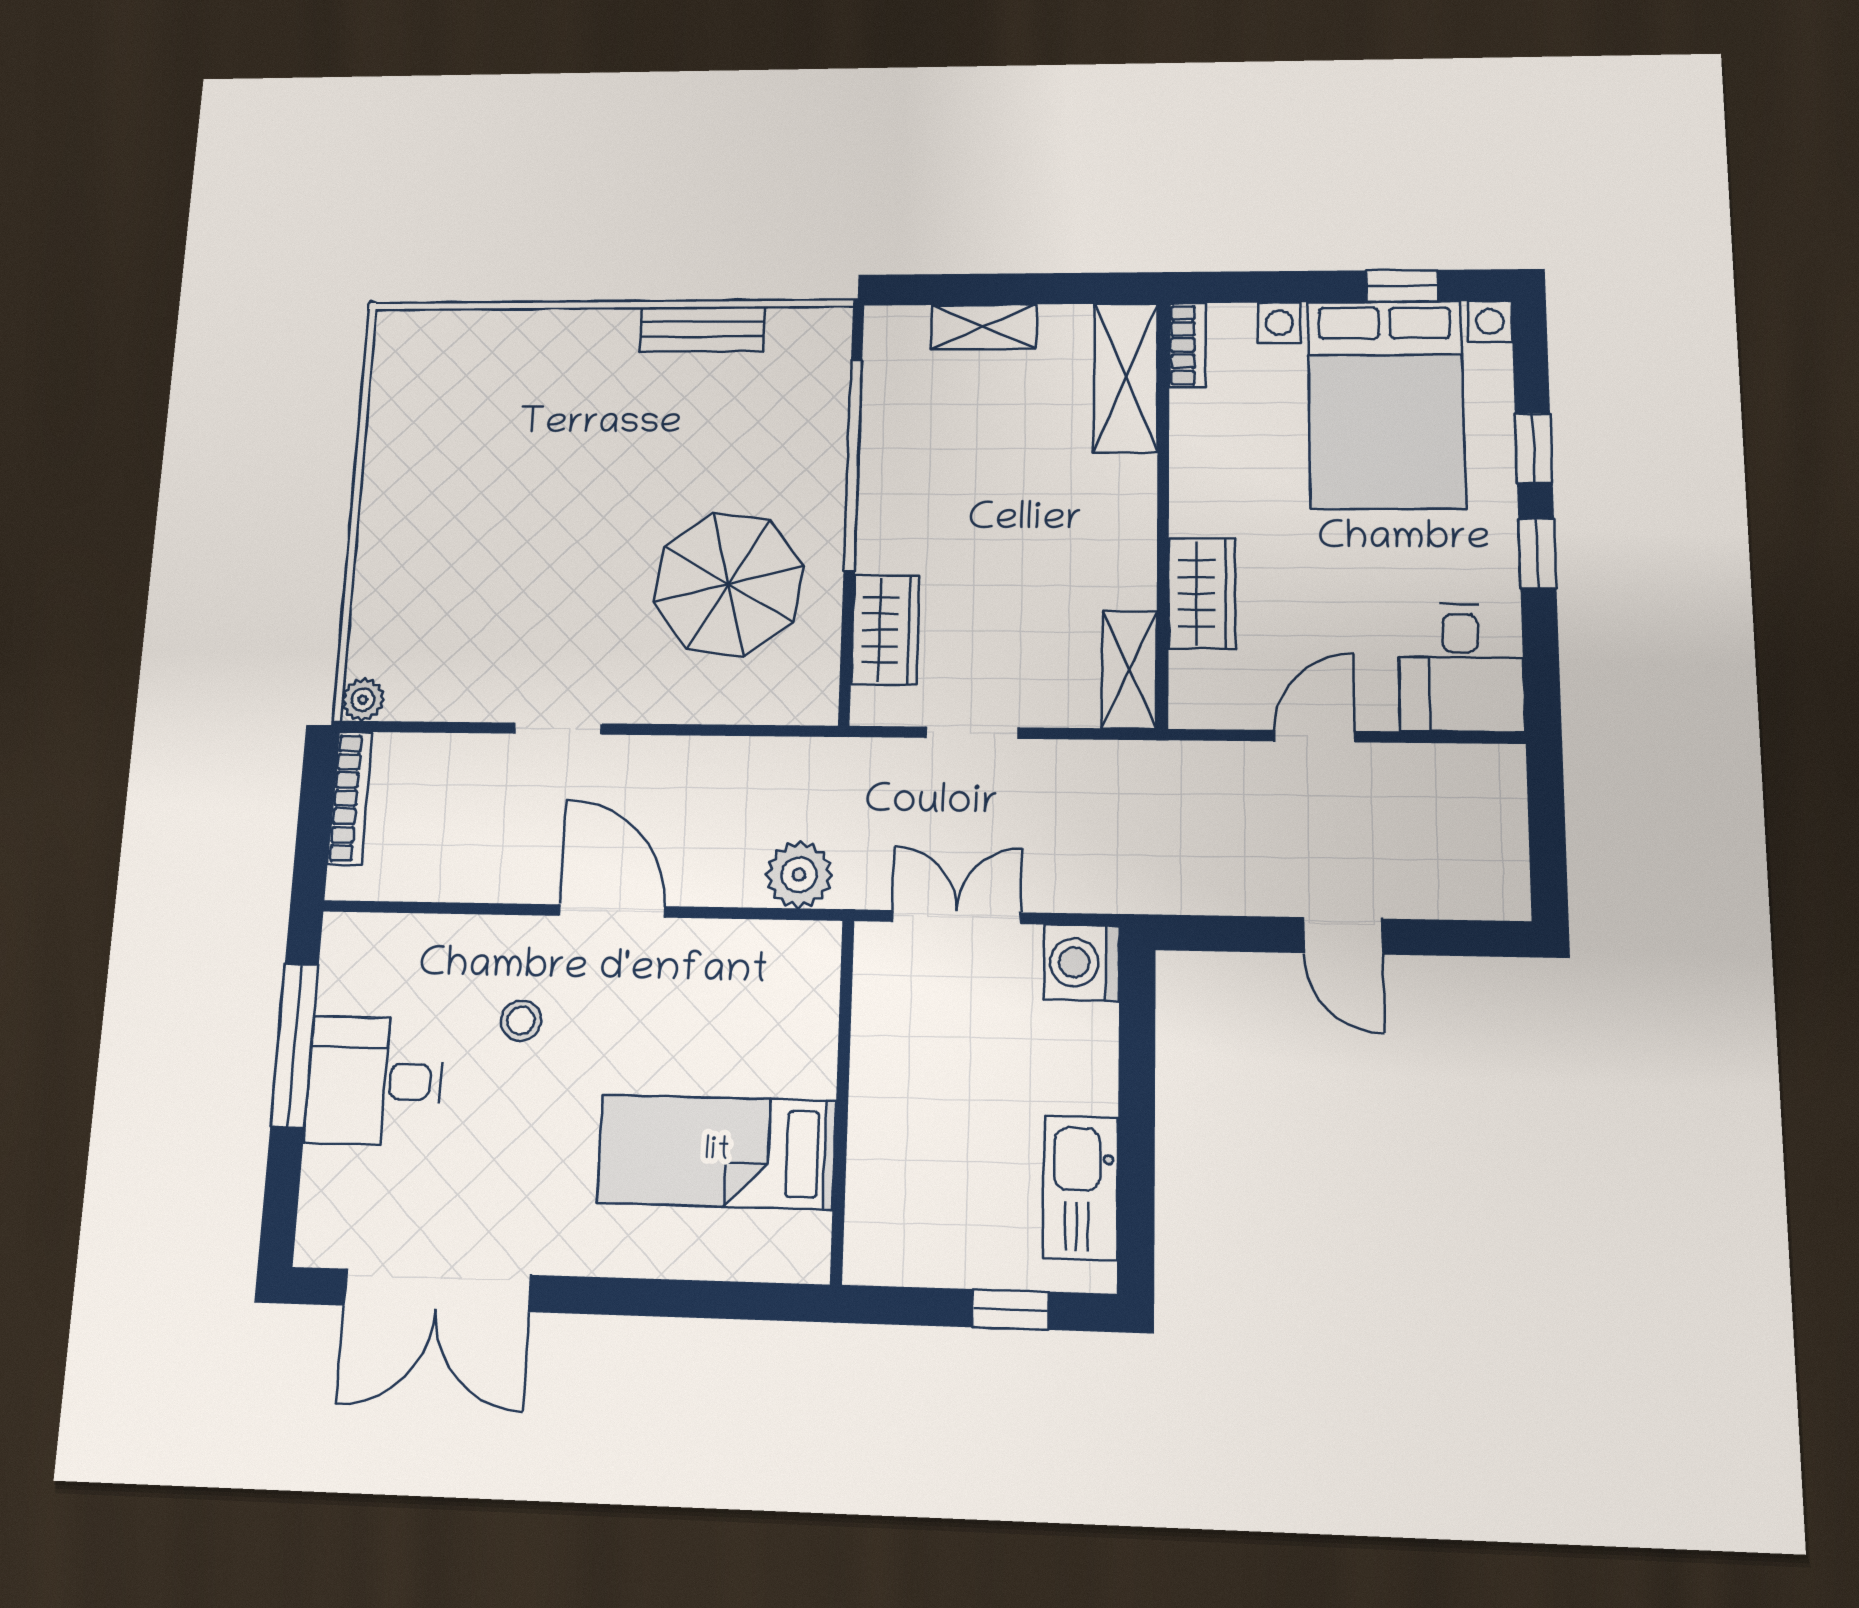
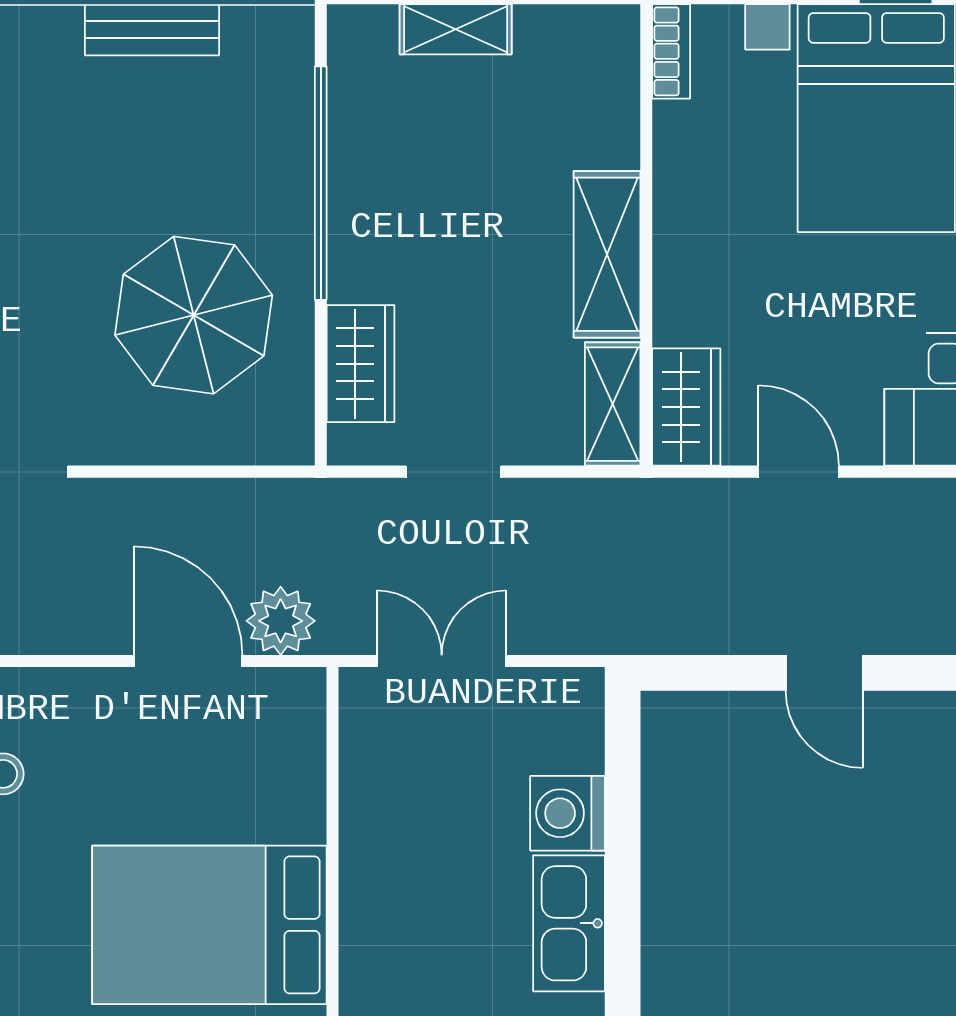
shelving: (1126, 378) -> (607, 254), moved
wardrobe: (1202, 593) -> (686, 407), moved
door: (1314, 736) -> (799, 472), hinge flipped
door: (612, 911) -> (188, 661), moved
washing machine: (1082, 963) -> (568, 813), moved
bed: (717, 1152) -> (209, 925), width x1.50

